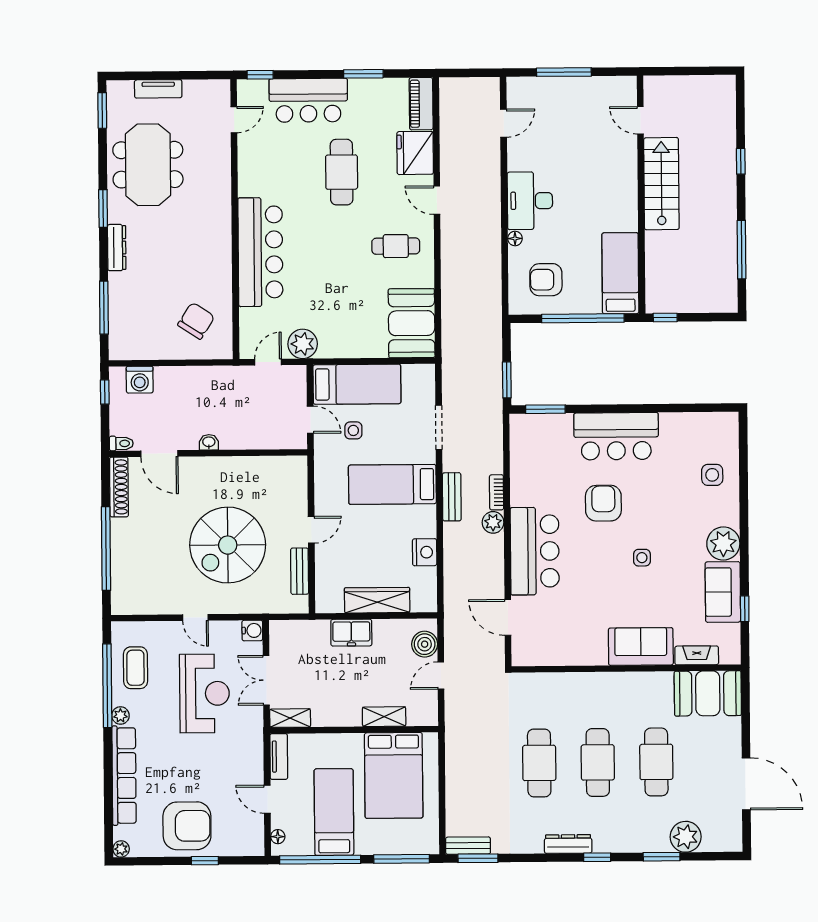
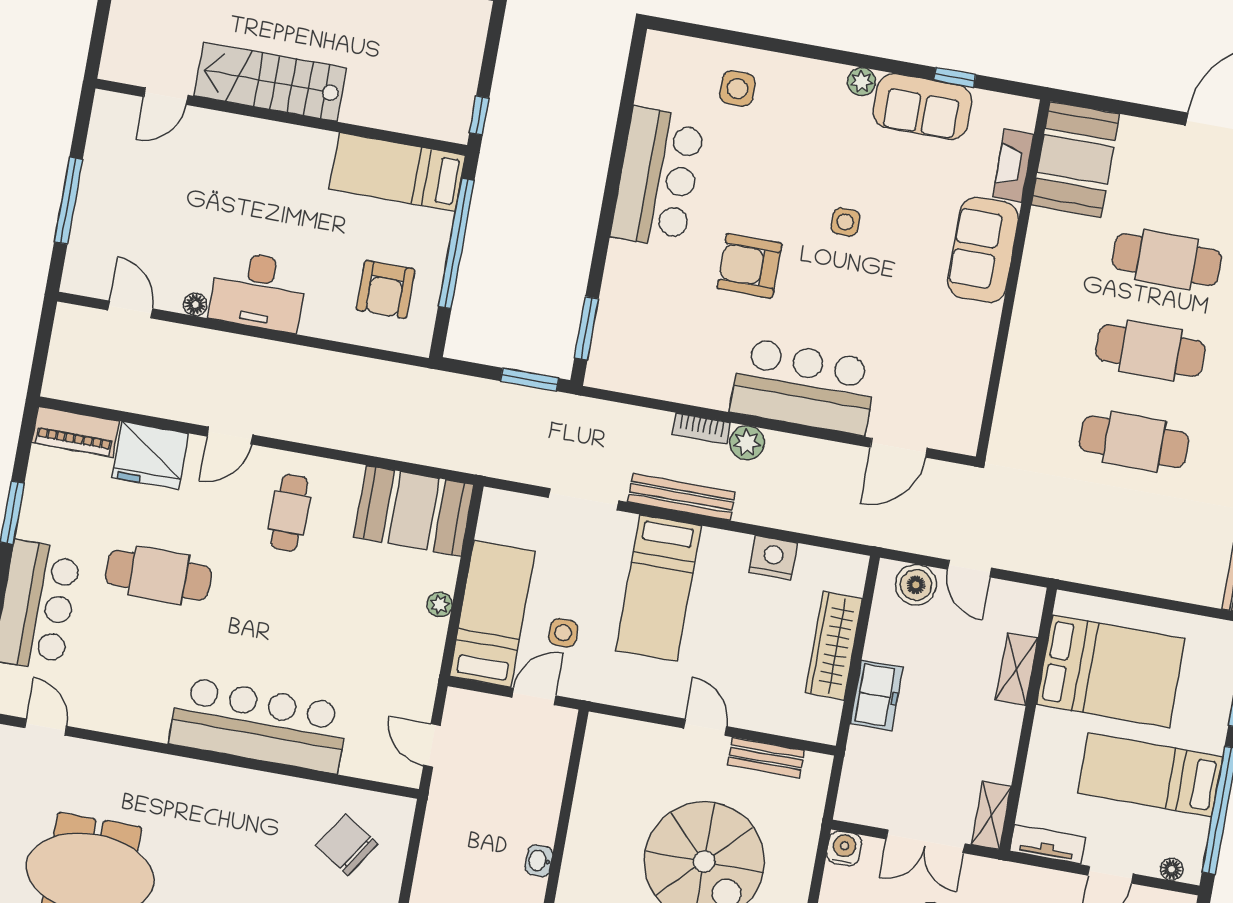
floor lamp: (515, 238) -> (195, 304), moved
plant: (303, 344) -> (440, 604), moved, width x0.53, depth x0.53
bar counter: (616, 436) -> (658, 178), moved
bench: (452, 497) -> (681, 497), width x1.36
plant: (723, 544) -> (861, 82), width x0.53, depth x0.53

